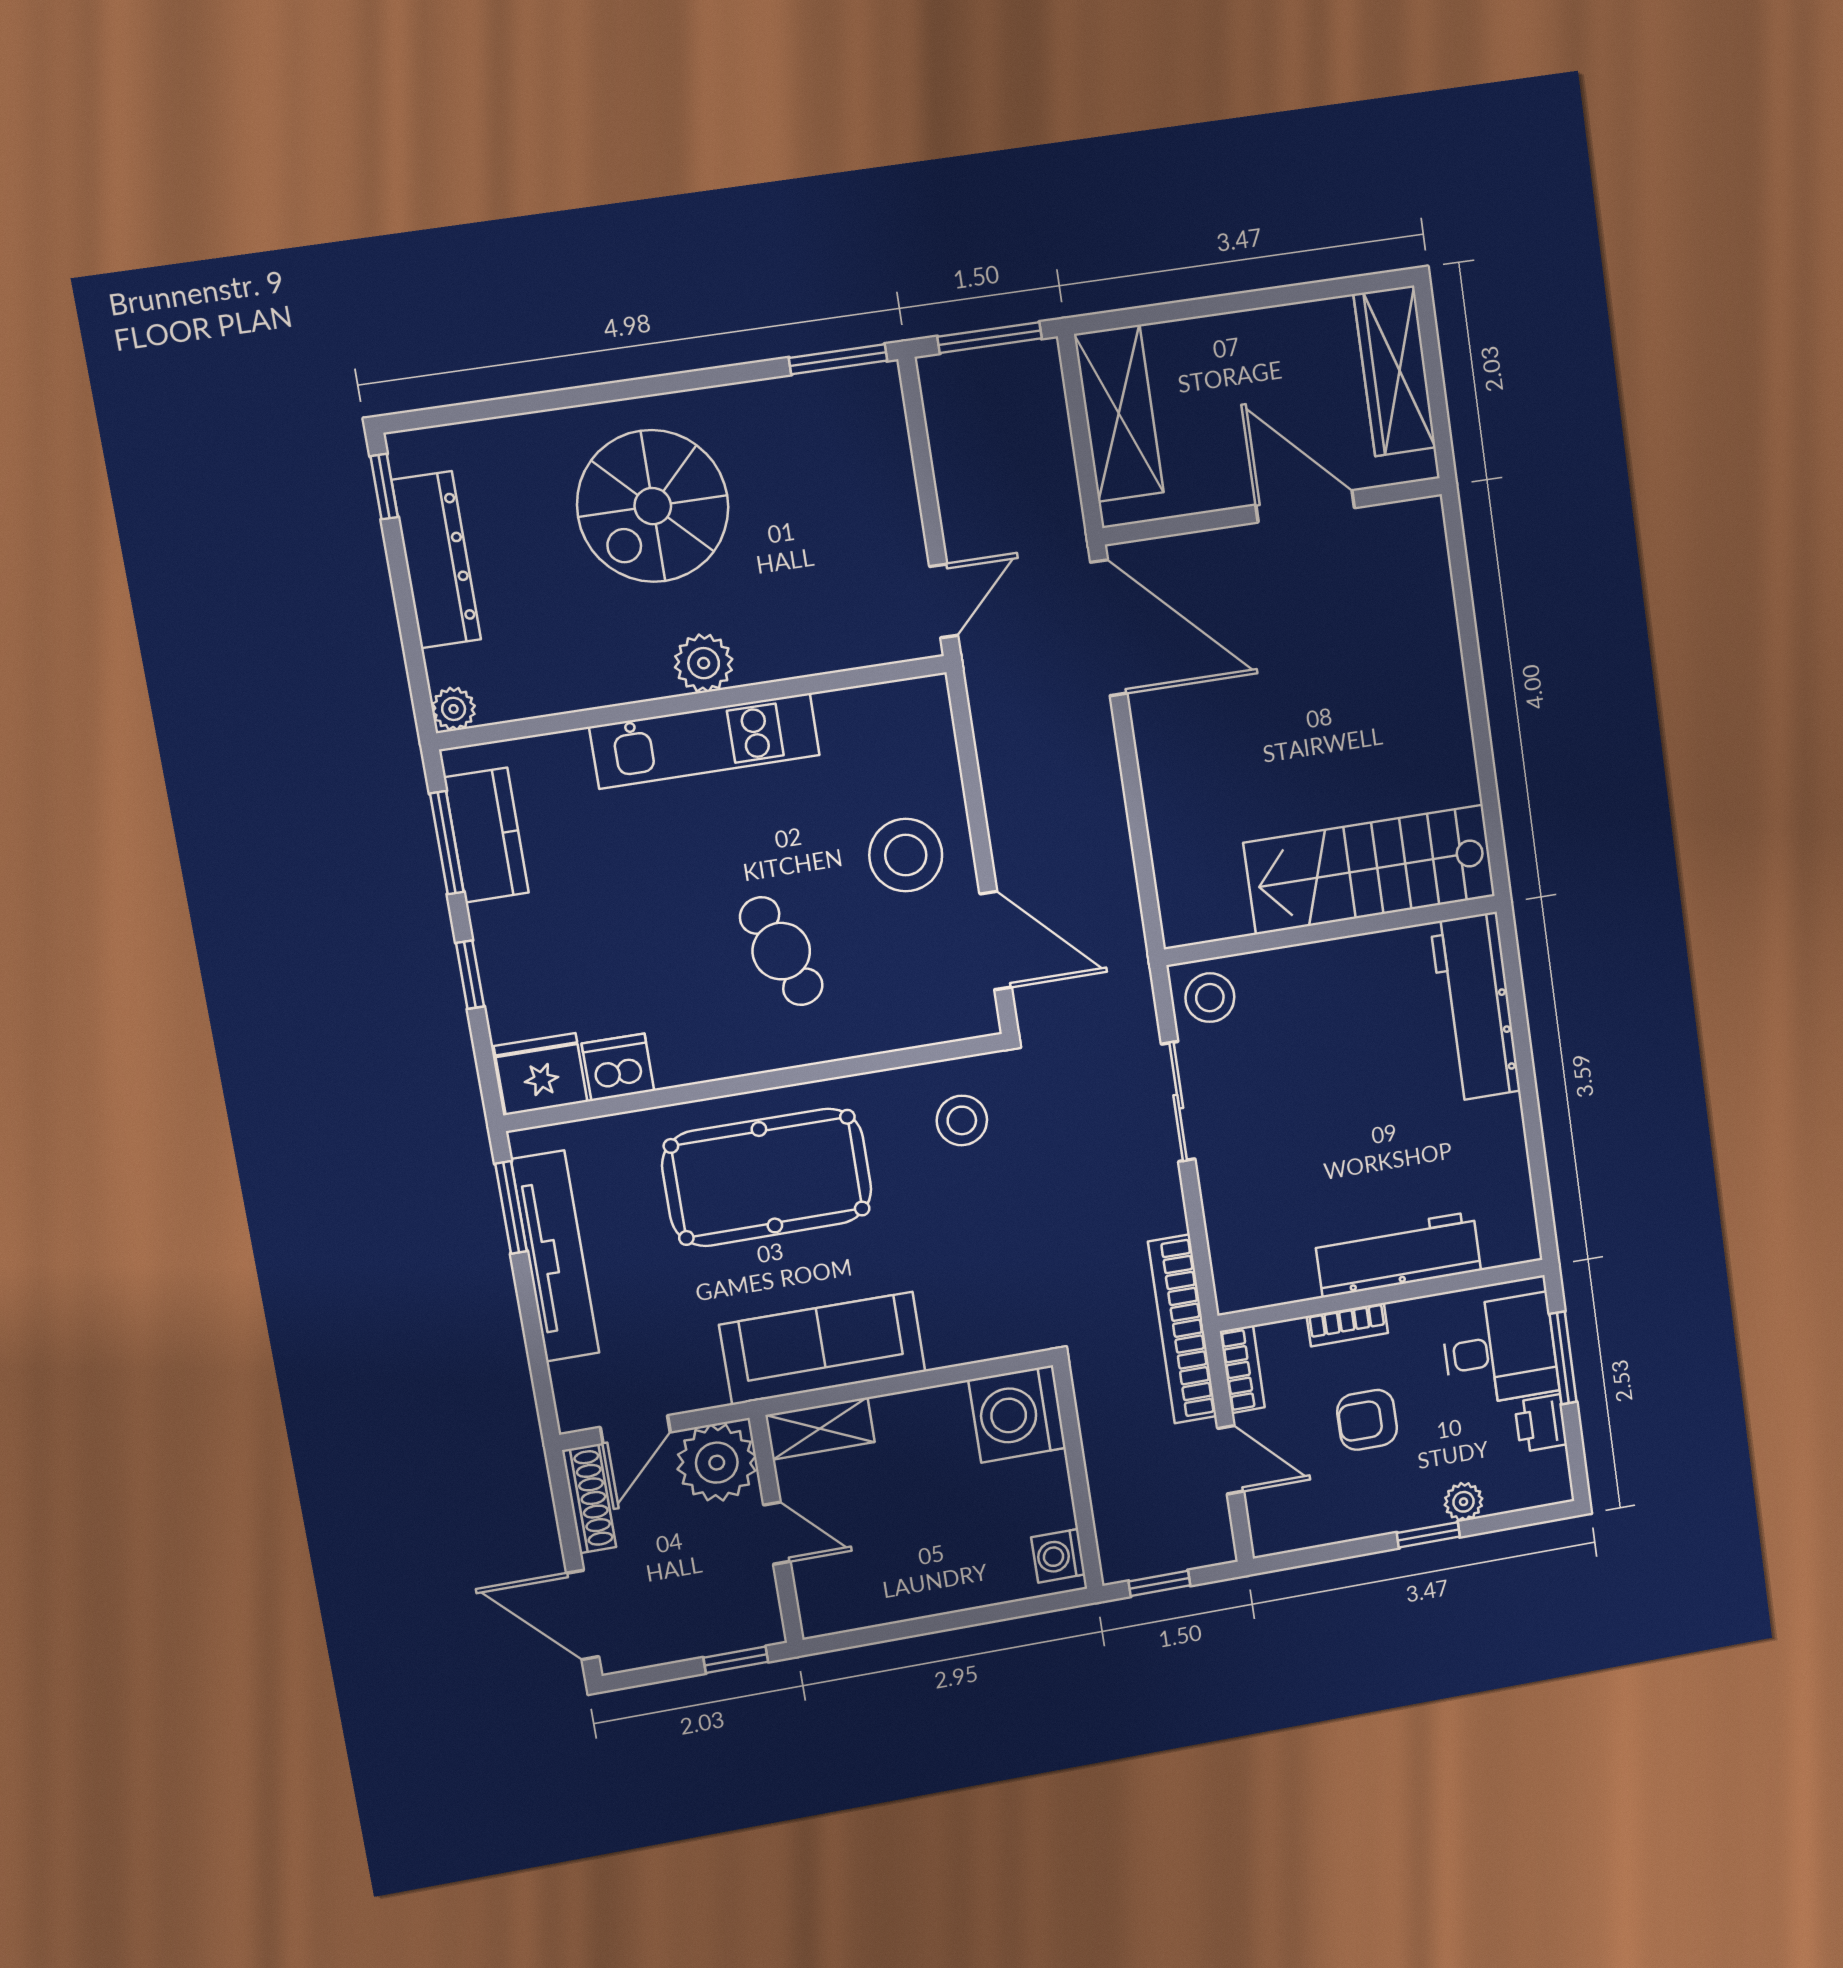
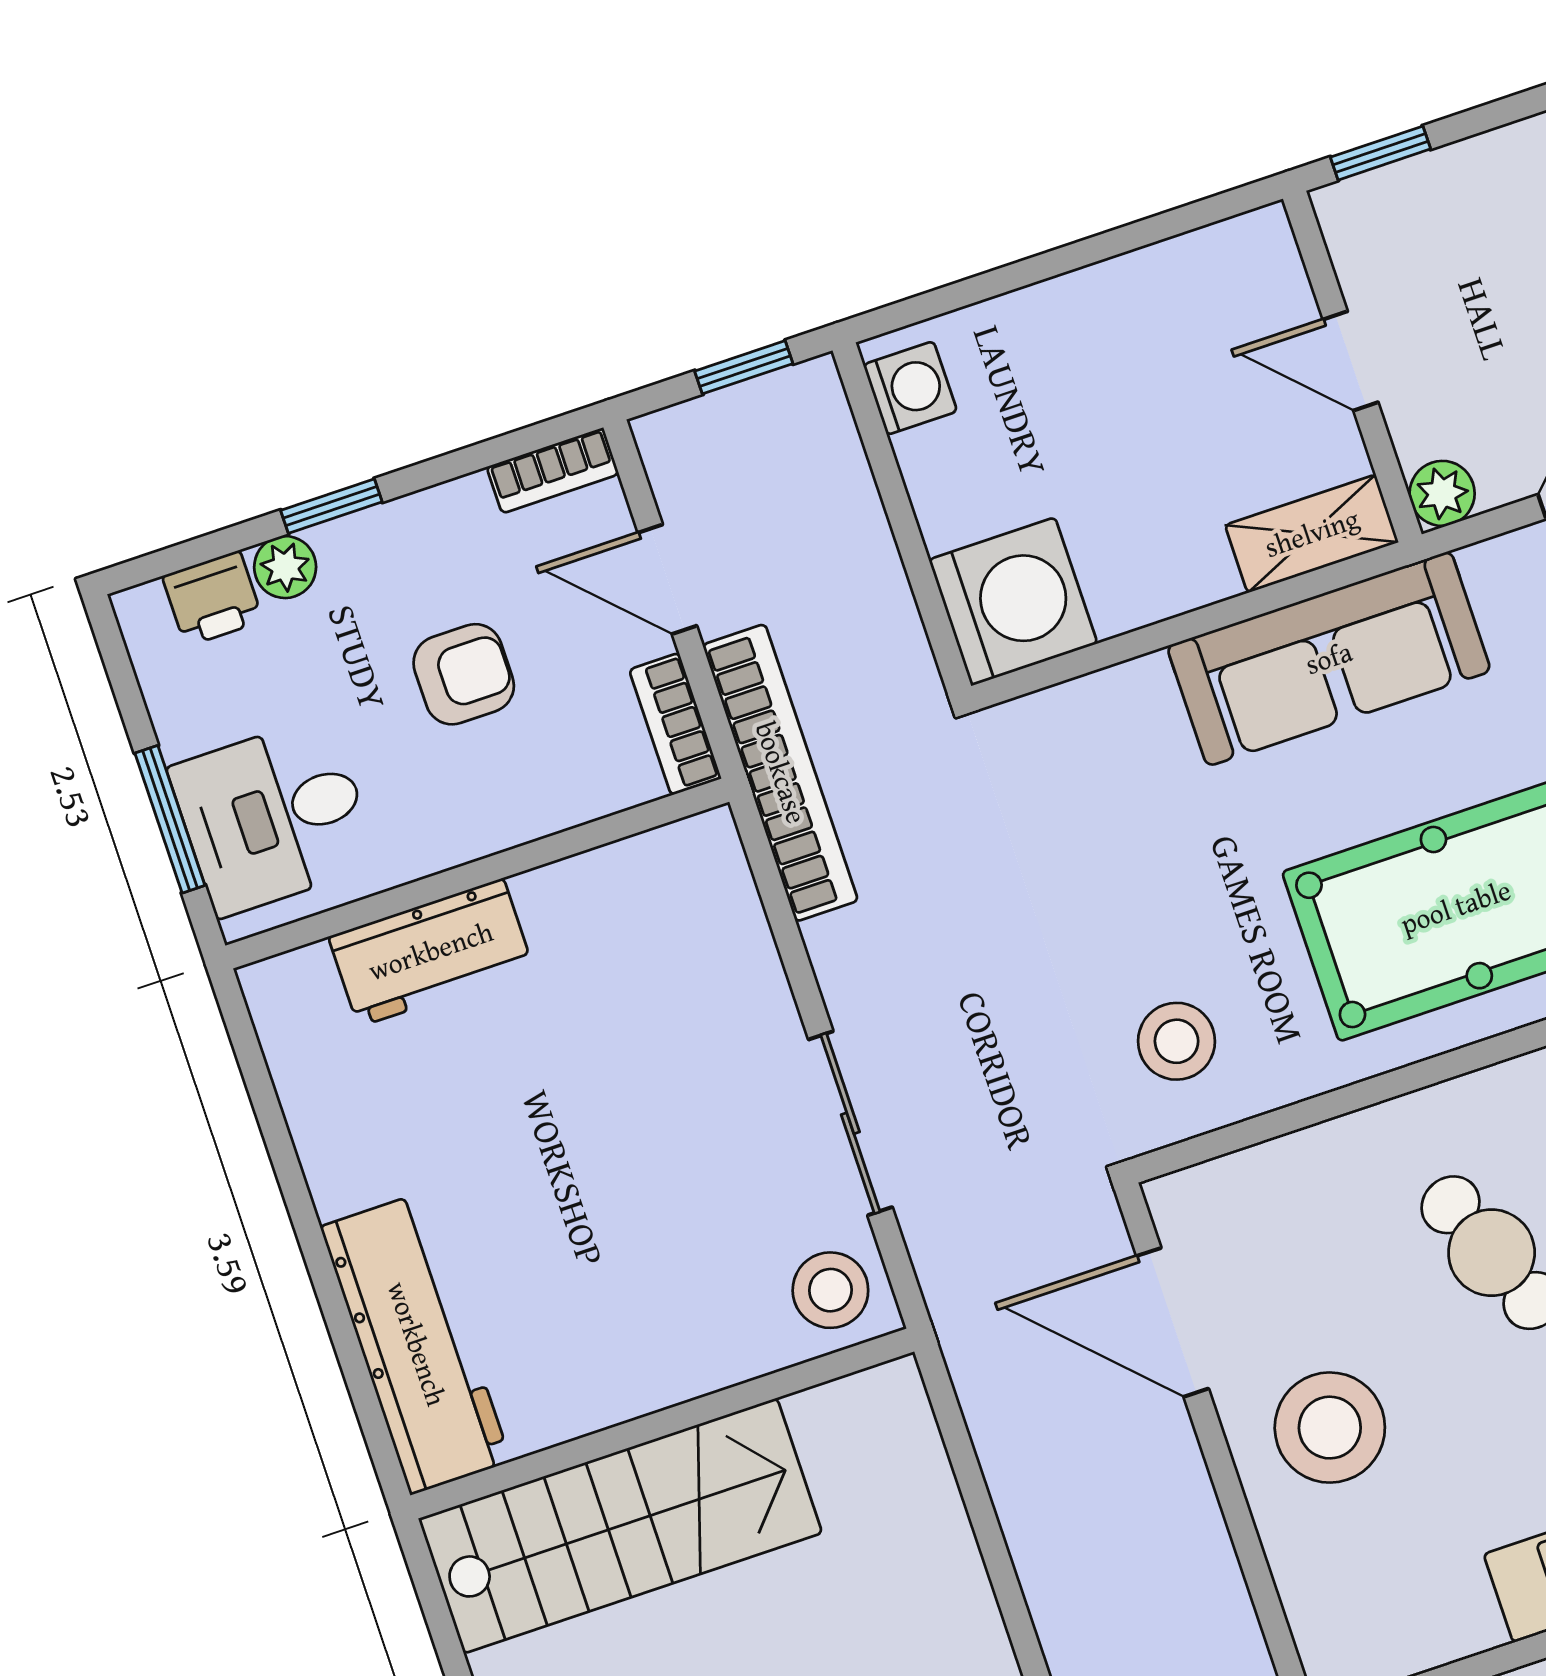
workbench: (1398, 1254) -> (431, 952), width x0.73
bookcase: (1347, 1325) -> (553, 470), moved, turned 180
printer: (1541, 1423) -> (213, 598), moved, turned 90
plant: (717, 1463) -> (1442, 493), width x0.53, depth x0.53

